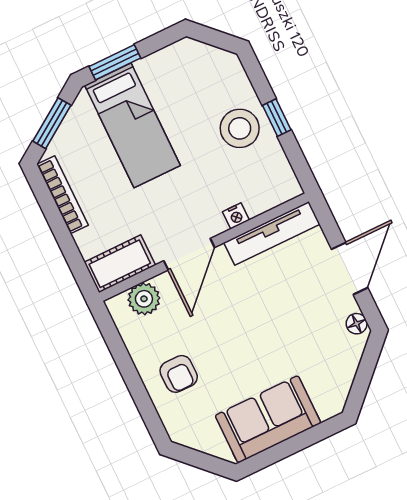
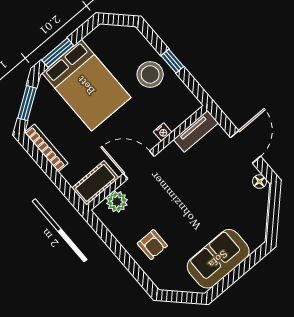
bed: (133, 125) -> (86, 85), width x1.50
tv unit: (272, 233) -> (196, 131), width x0.71
door: (189, 254) -> (139, 165), swing flipped

